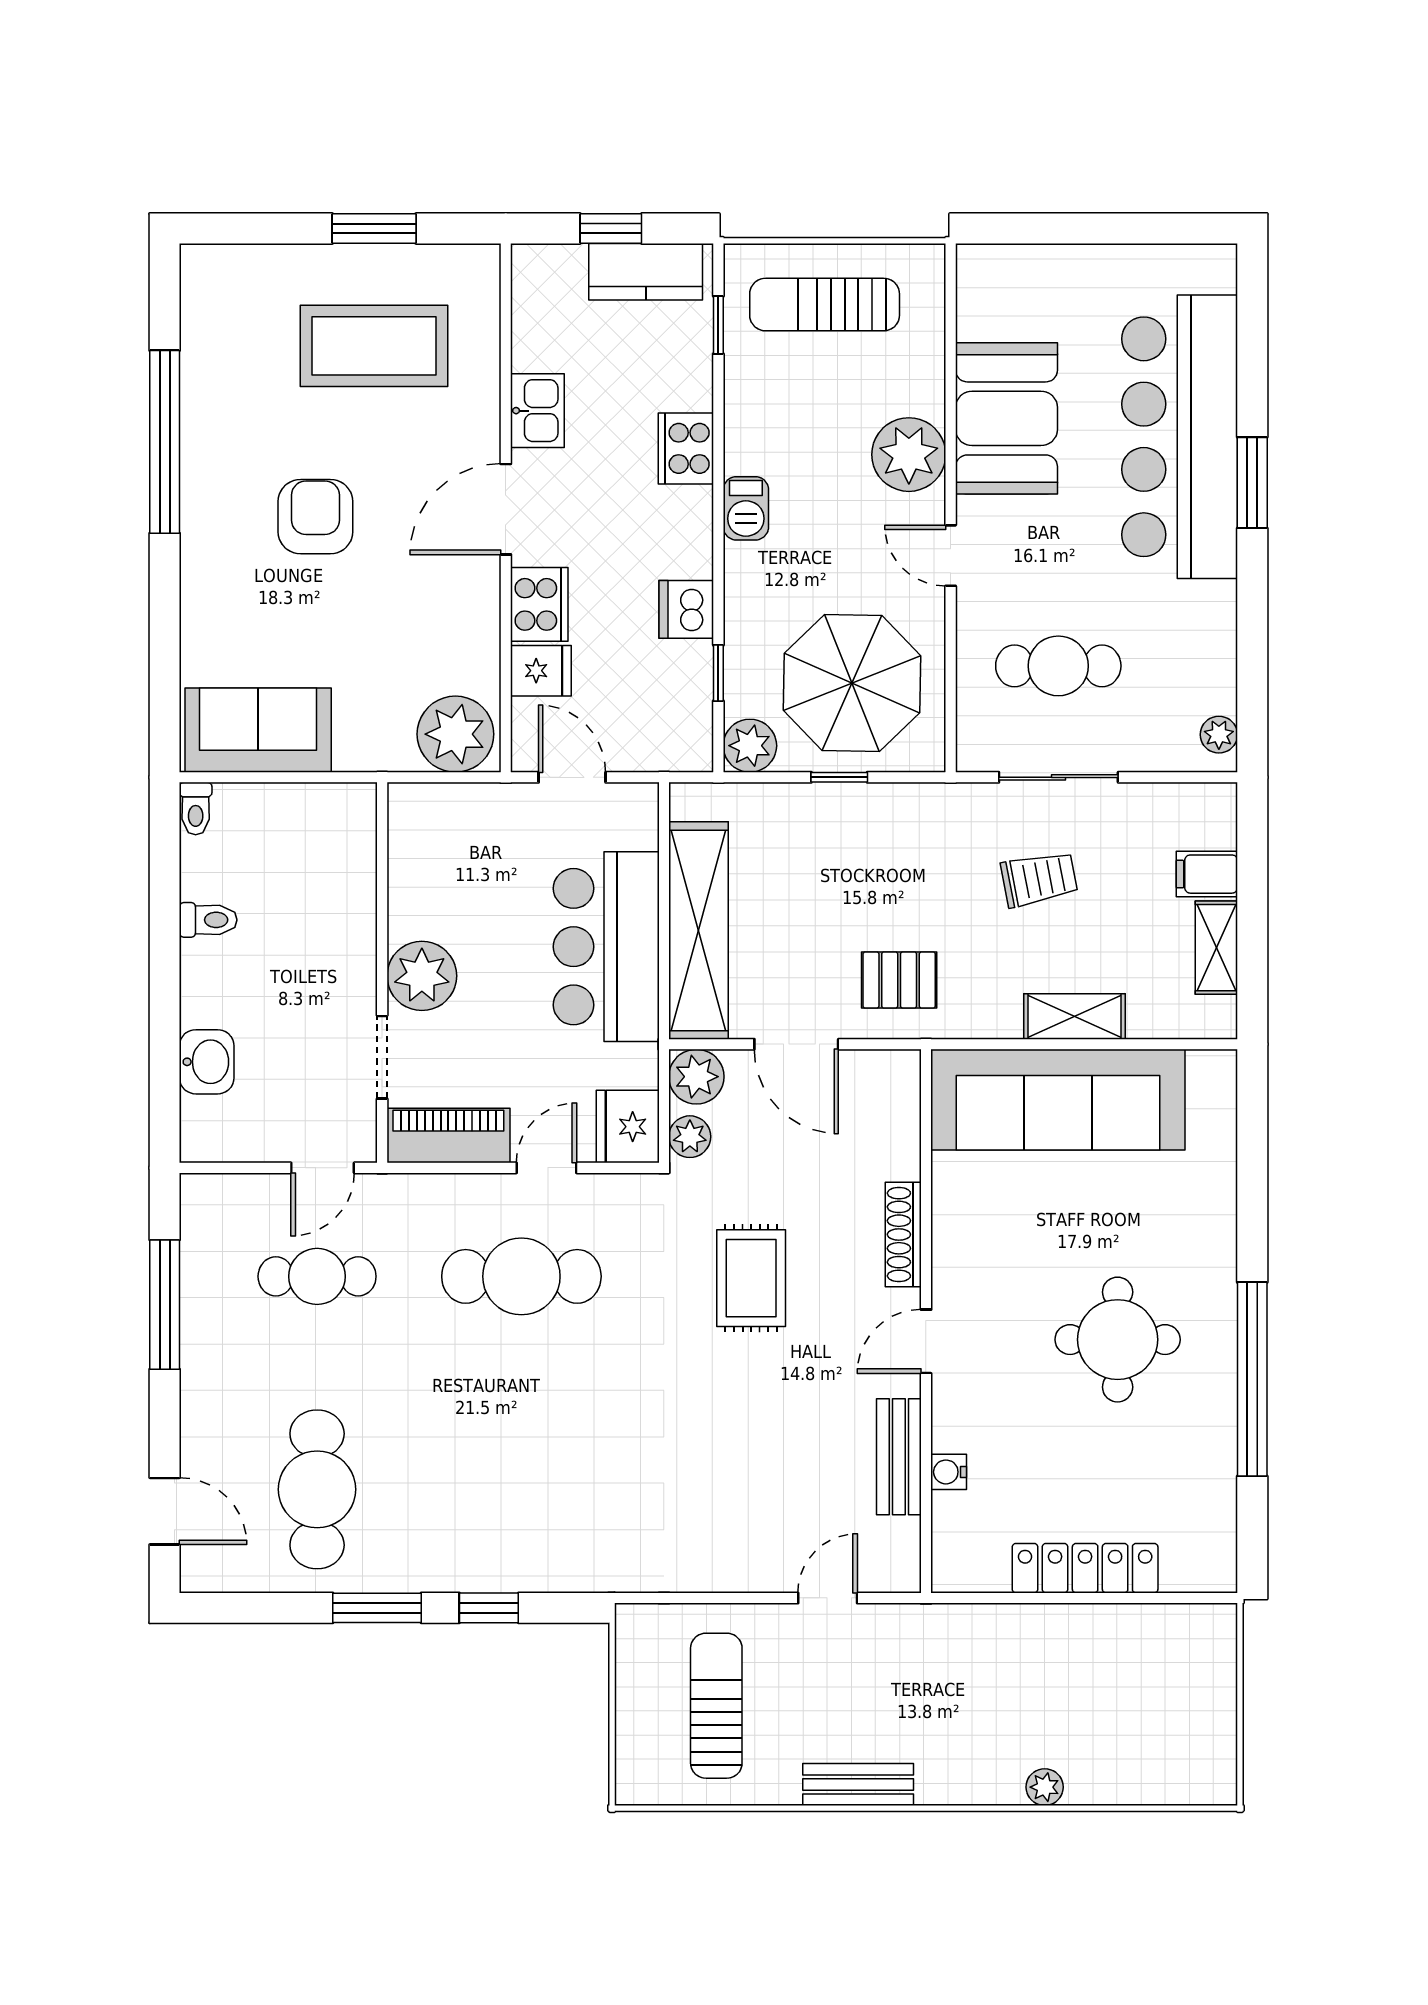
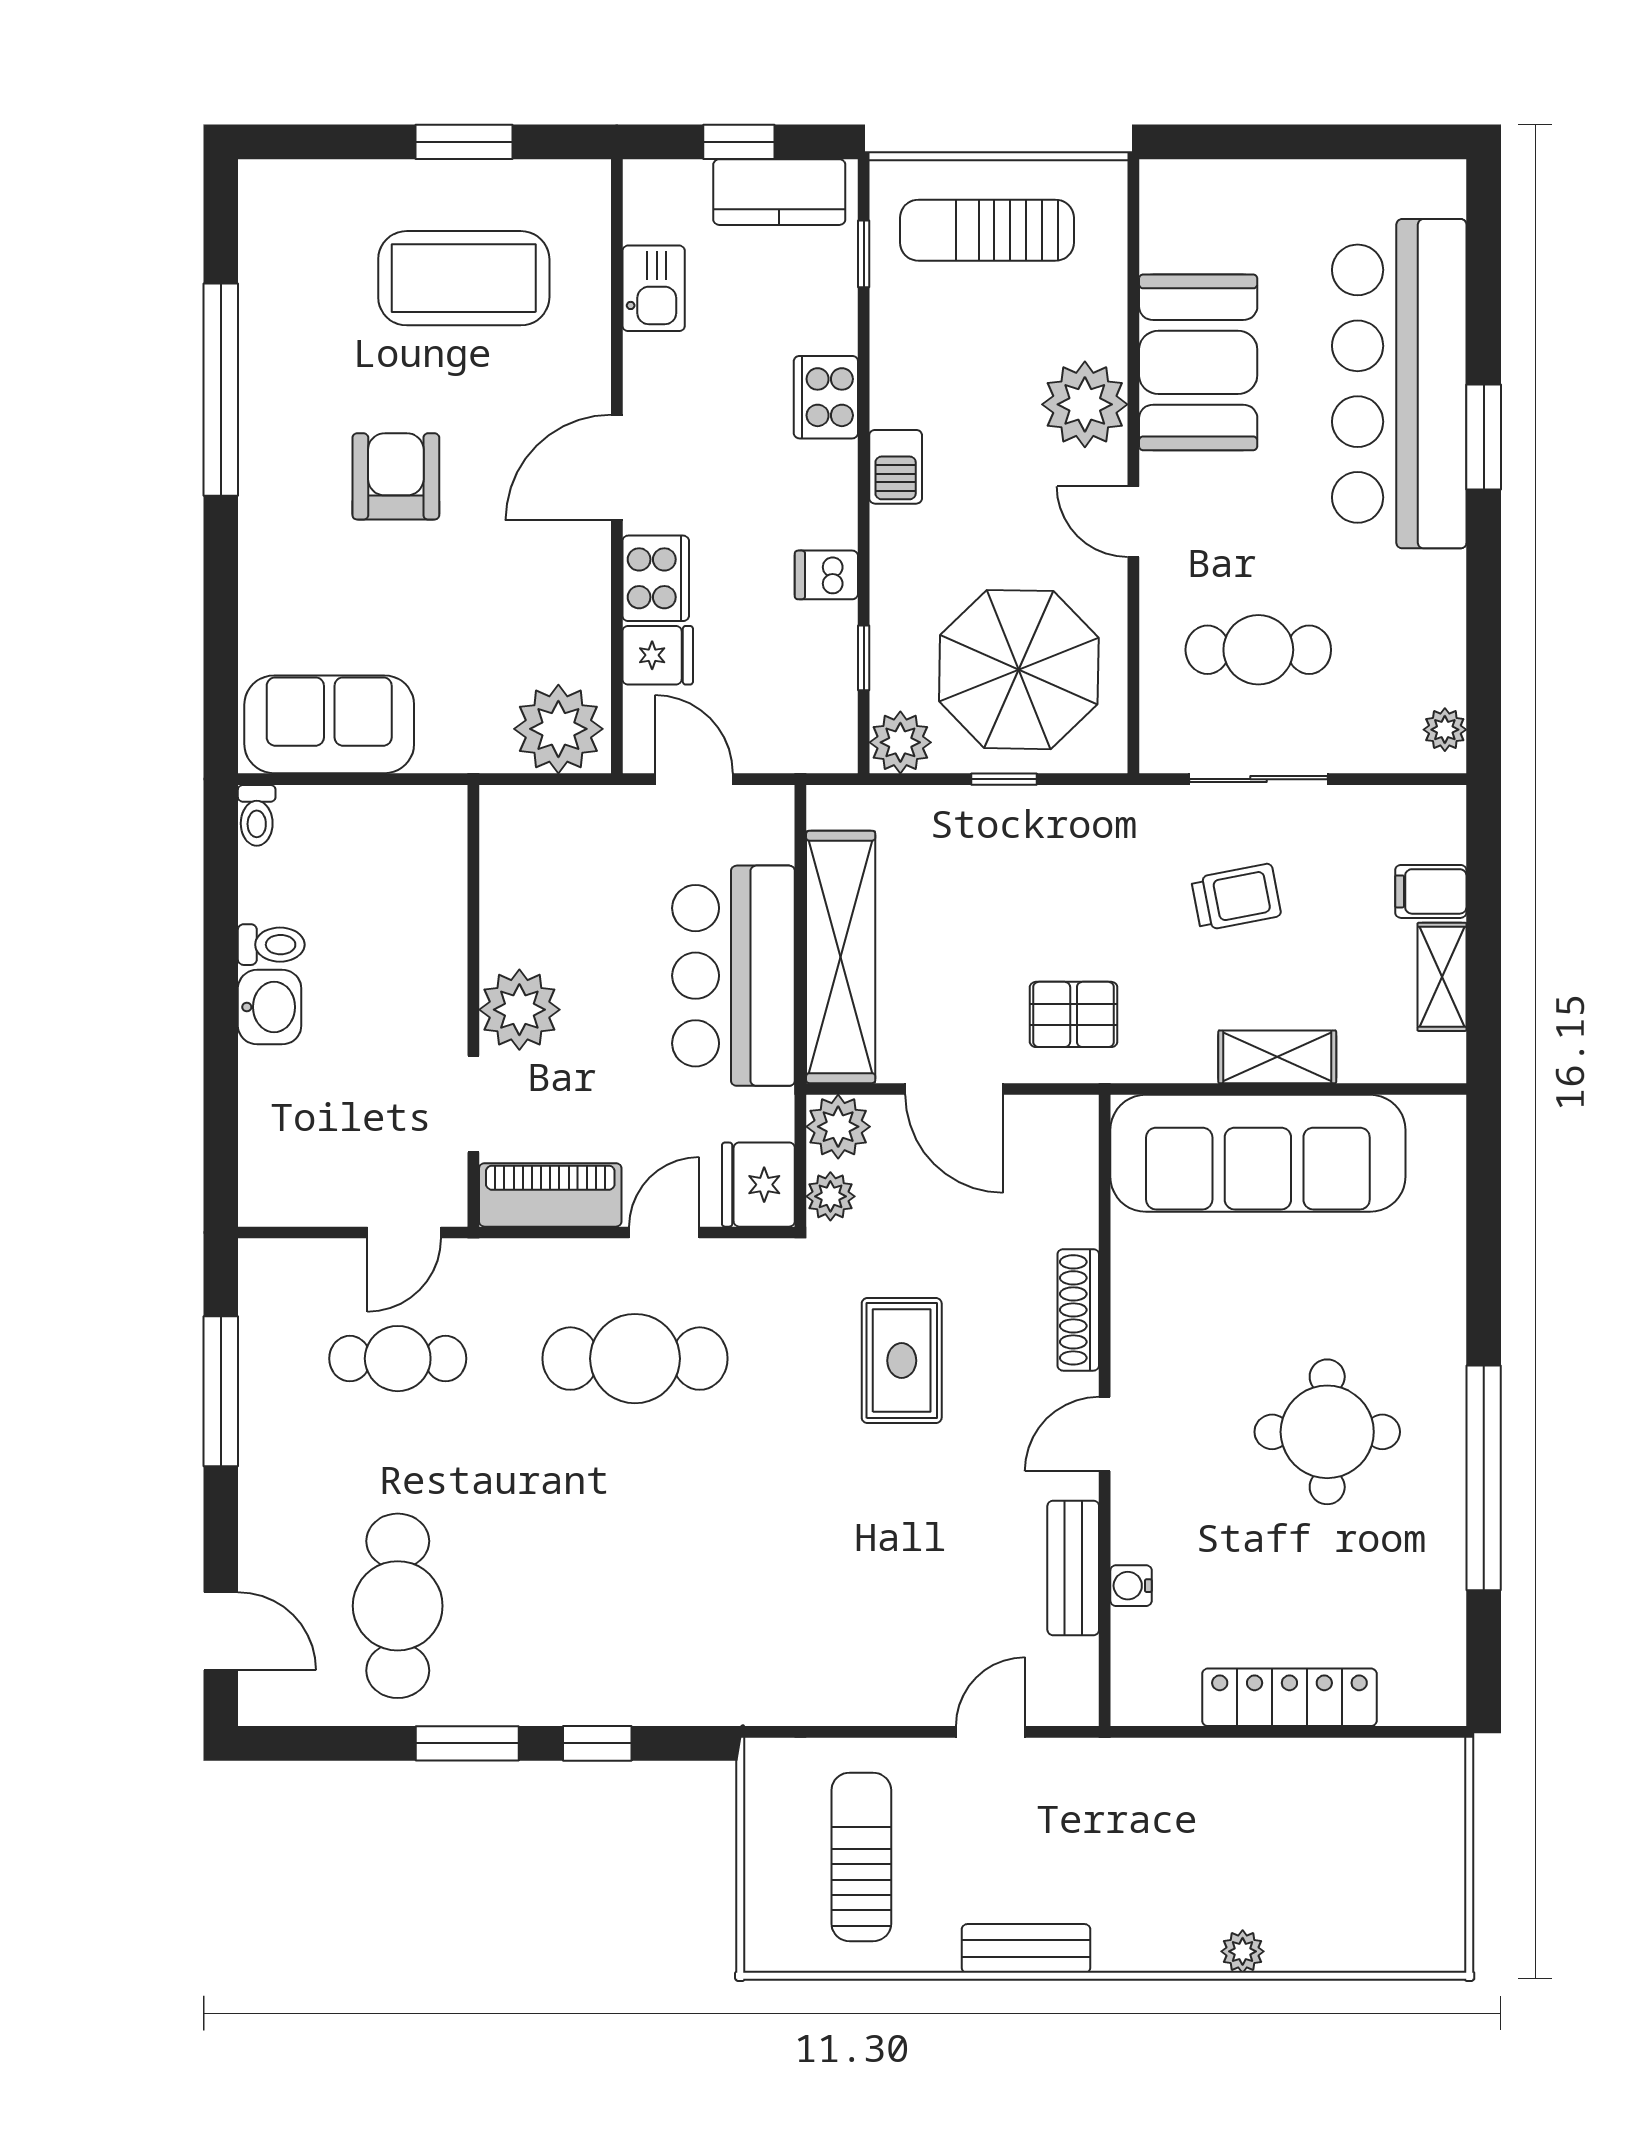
kitchen sink: (537, 411) -> (654, 288), moved
dishwasher: (686, 609) -> (826, 575), width x0.73
washbasin: (207, 1062) -> (270, 1007), moved

